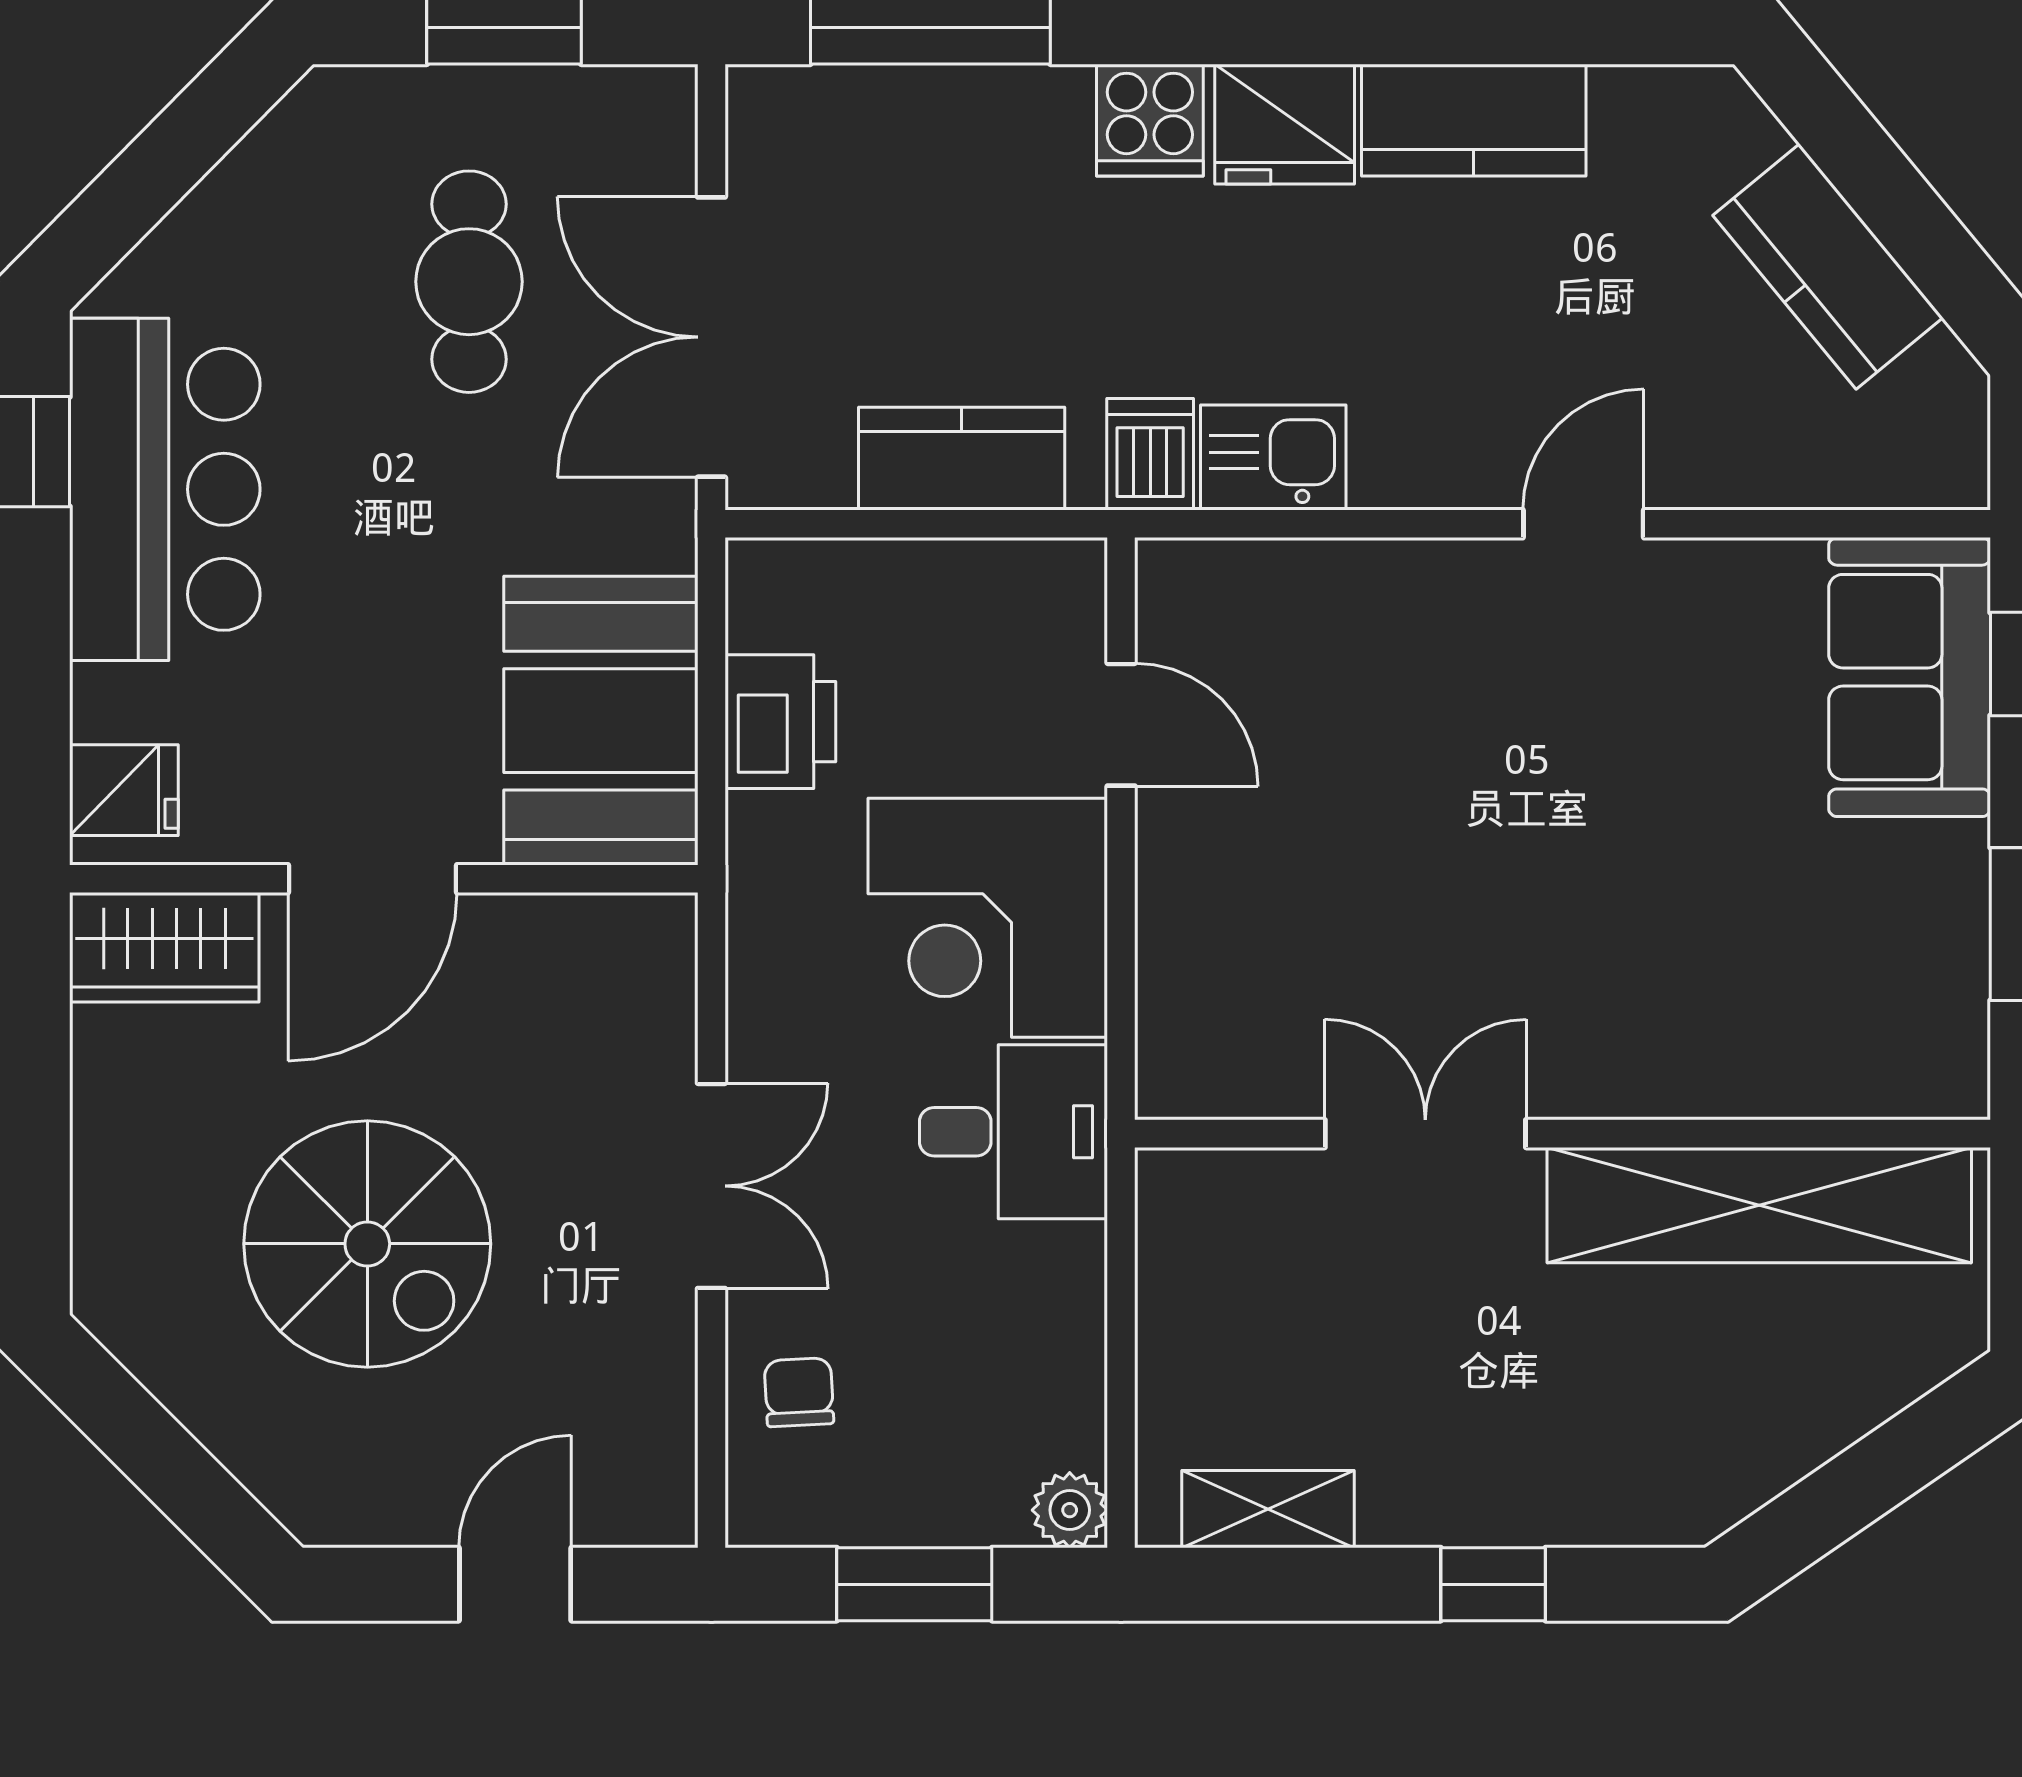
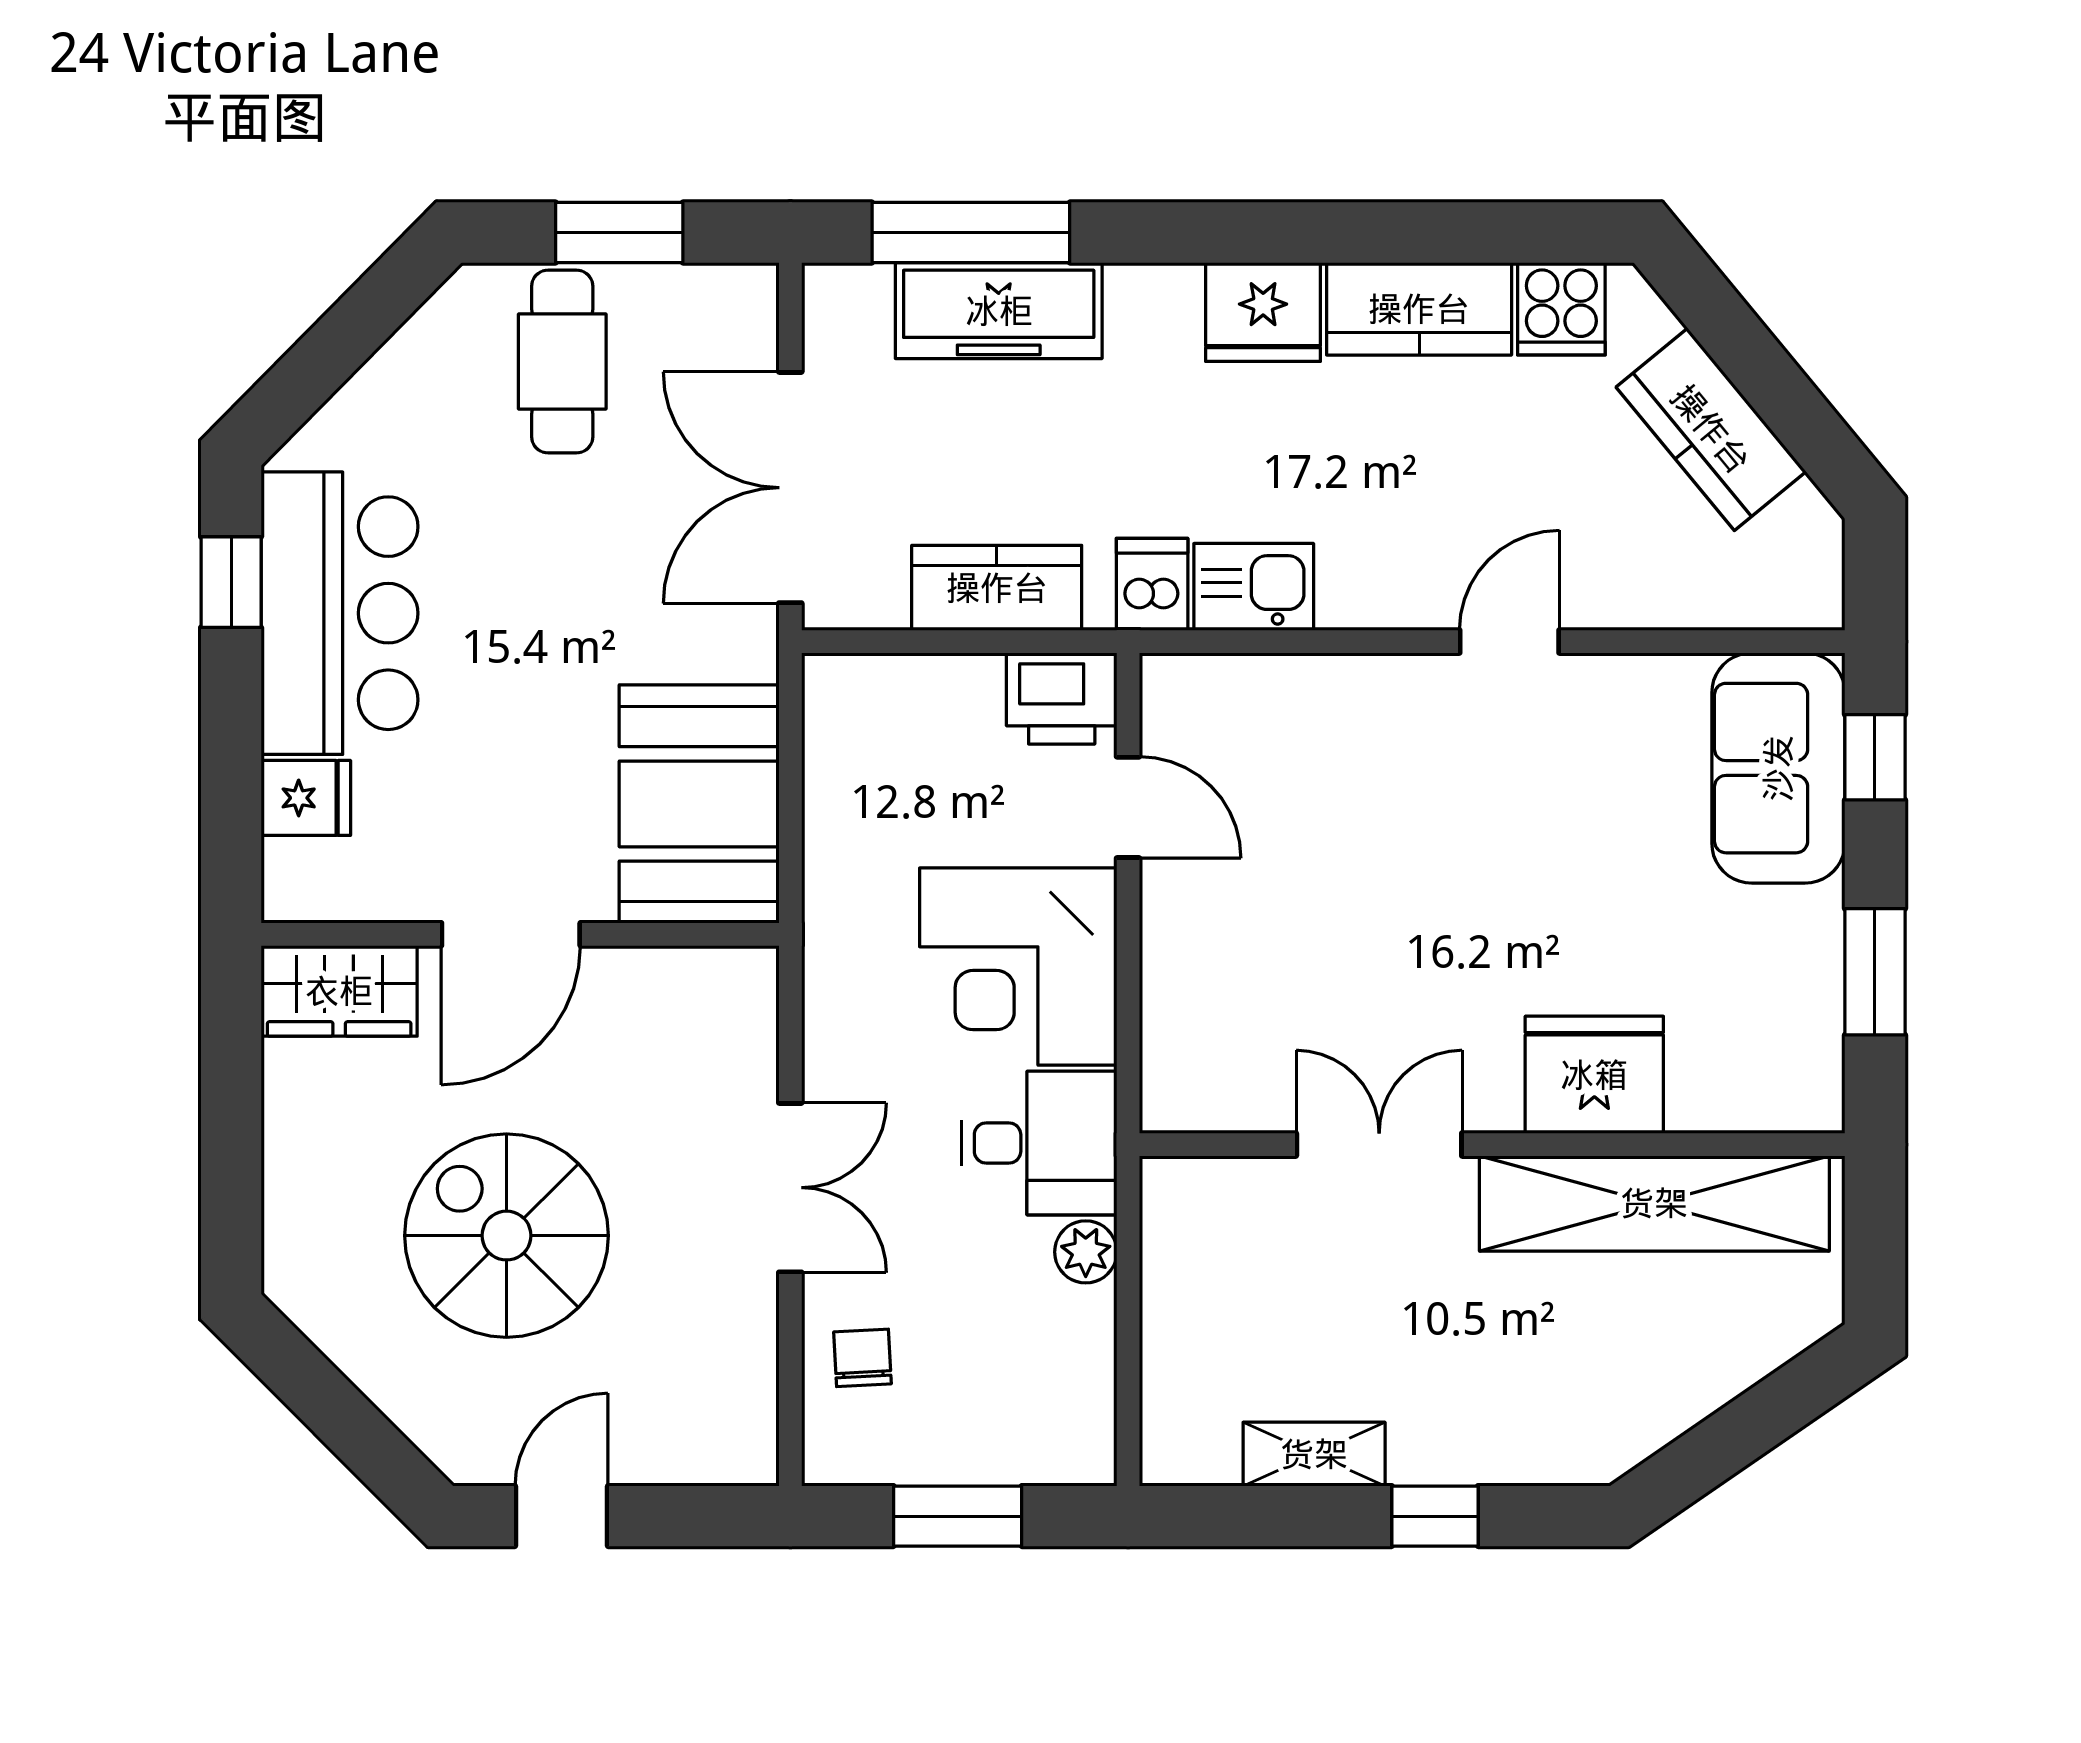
cooker: (1150, 120) -> (1561, 309), moved
freezer: (964, 122) -> (999, 311), added
cafe table: (469, 282) -> (562, 362), moved
printer: (780, 722) -> (1062, 698), moved, turned 90
fridge: (124, 790) -> (306, 798), moved
fridge: (1686, 1049) -> (1594, 1075), added
spiral stairs: (367, 1244) -> (506, 1236), turned 180
shelving: (1268, 1509) -> (1314, 1454), moved
plant: (1070, 1510) -> (1086, 1252), moved
door: (515, 1584) -> (561, 1516), moved

